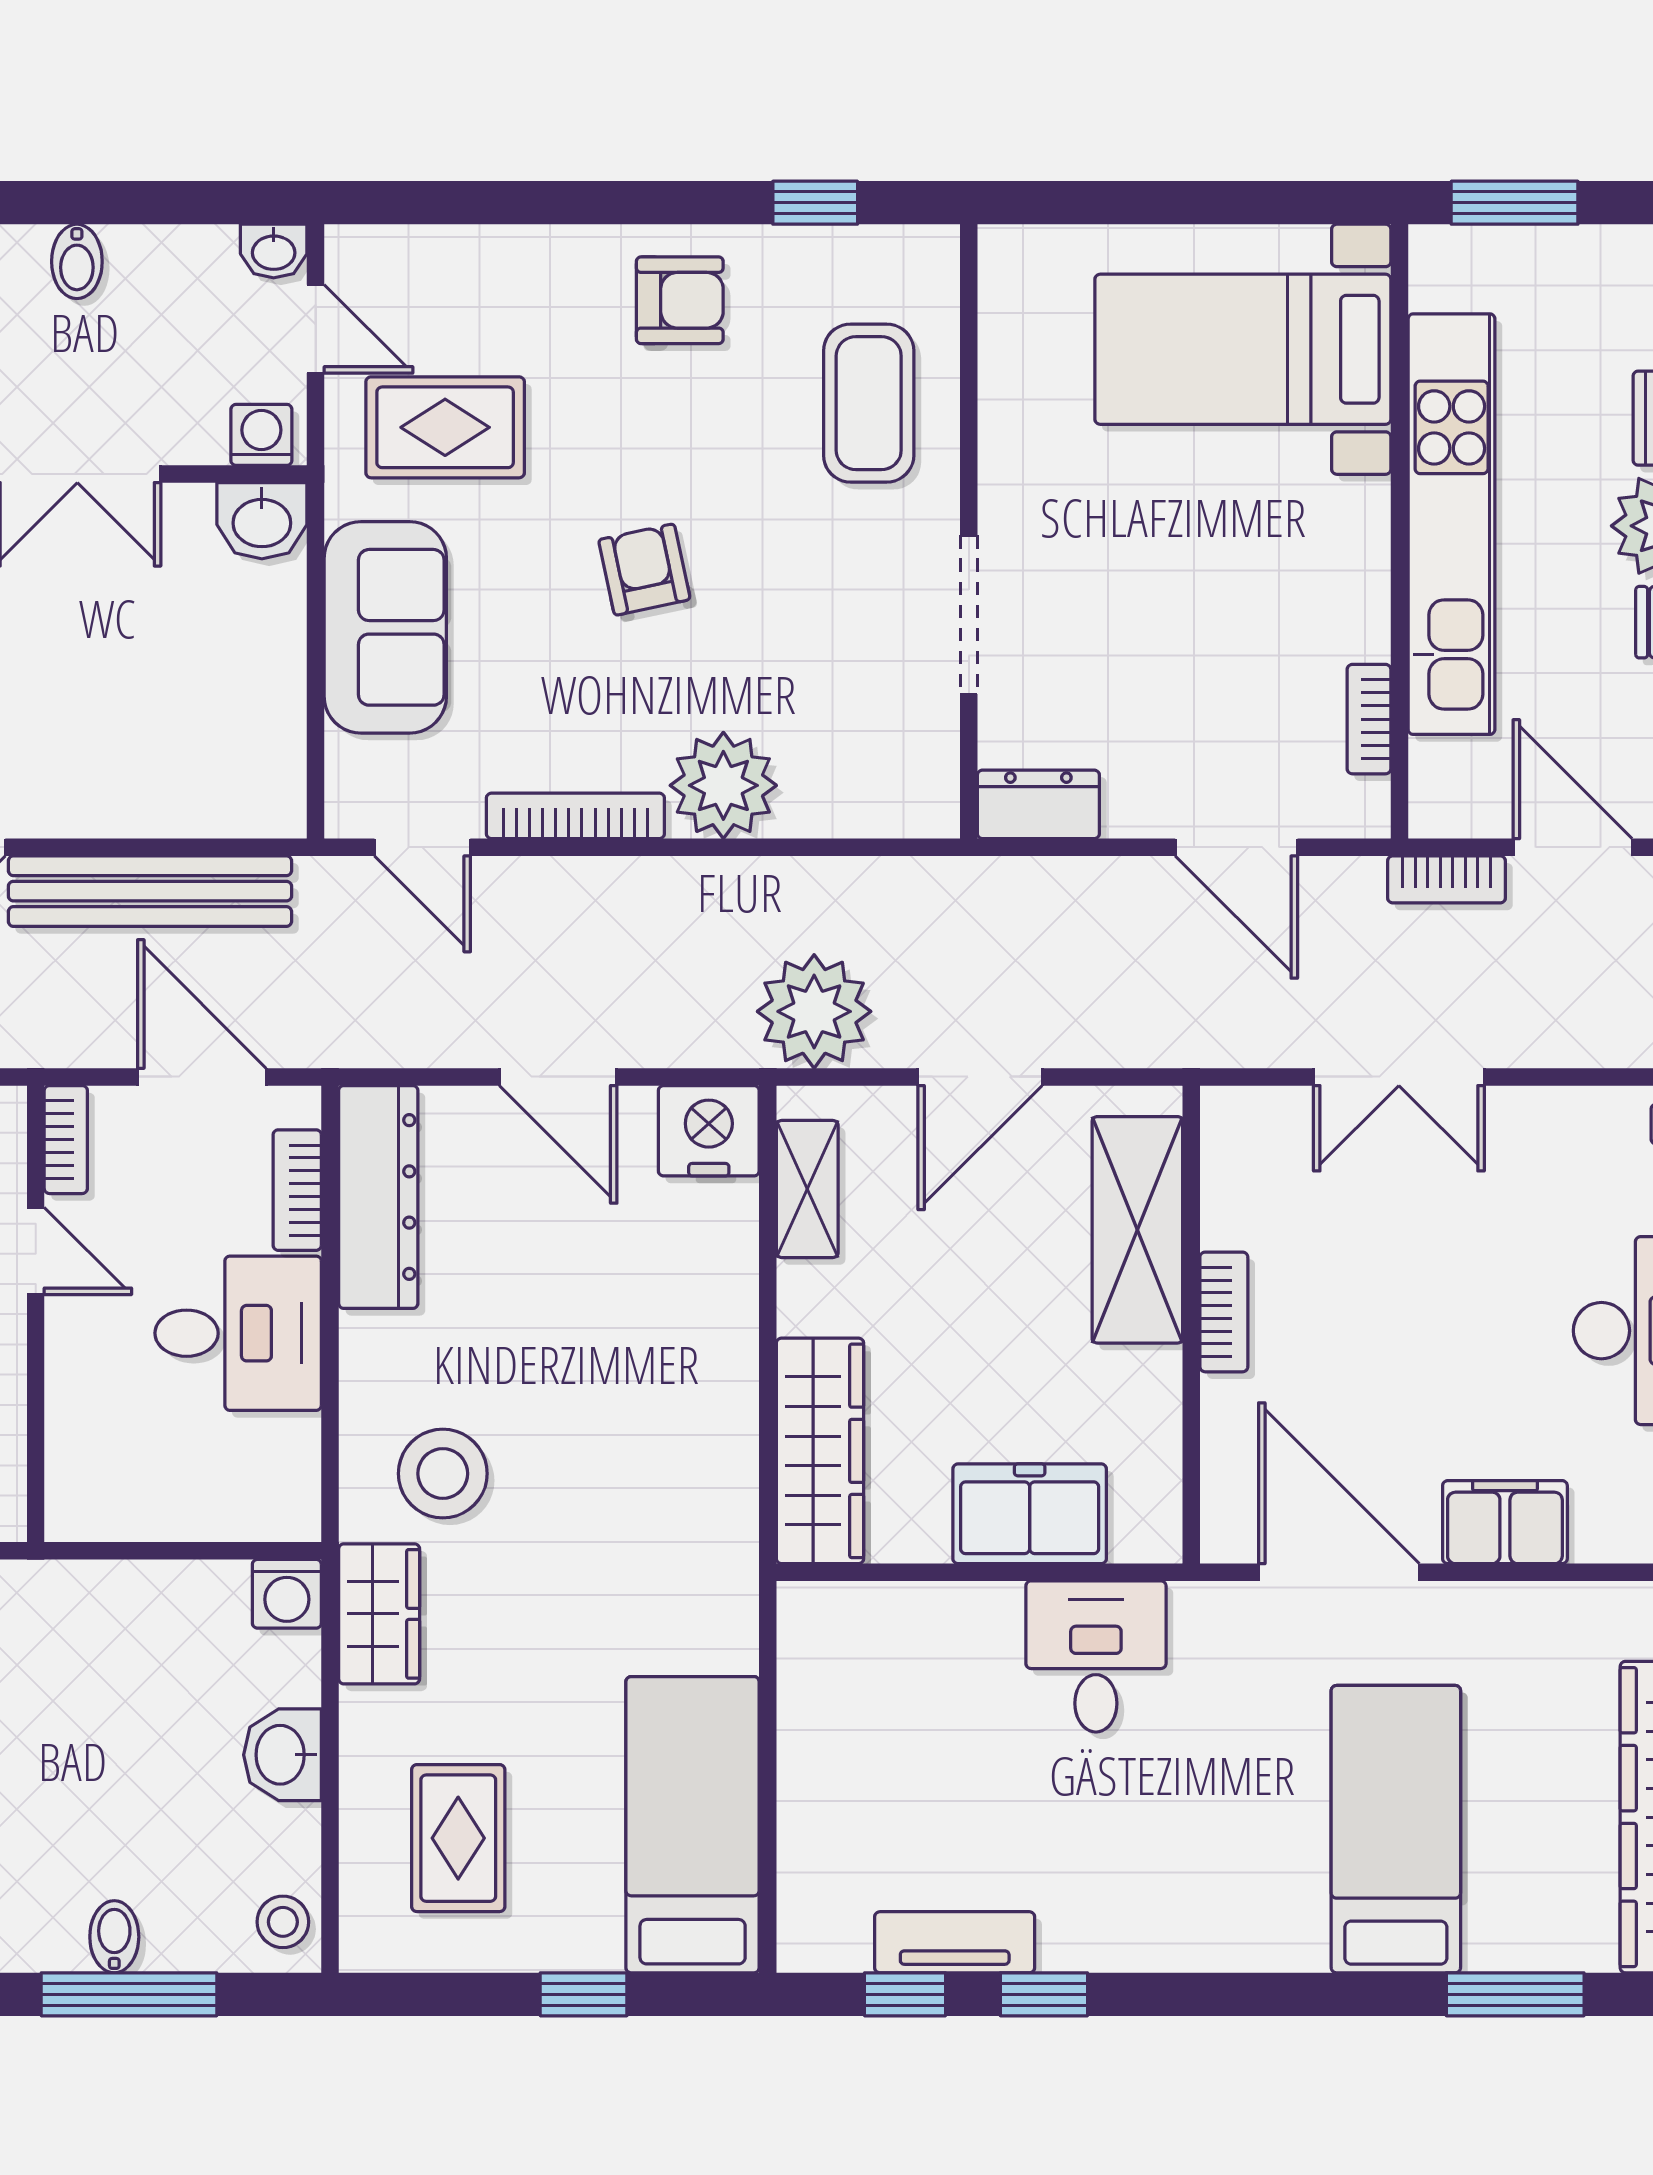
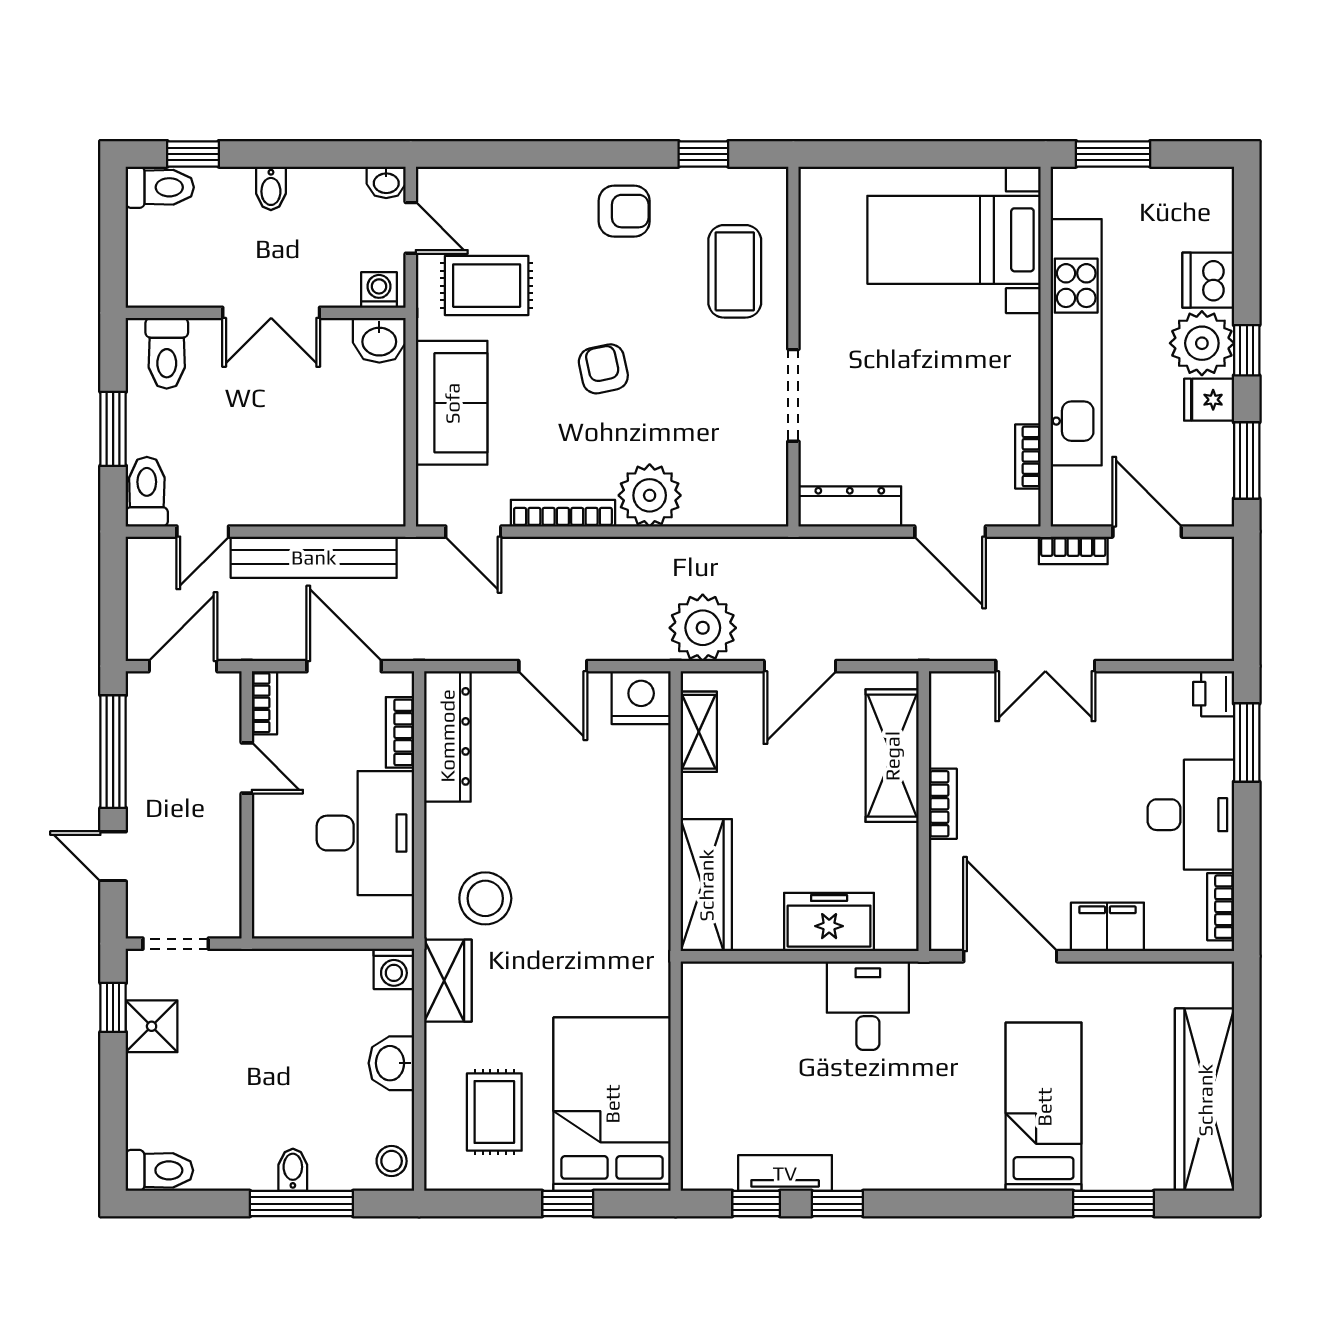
dresser: (1038, 804) -> (850, 506), width x1.44
desk: (238, 1333) -> (365, 833), width x1.37
bed: (693, 1825) -> (612, 1104), width x1.50

